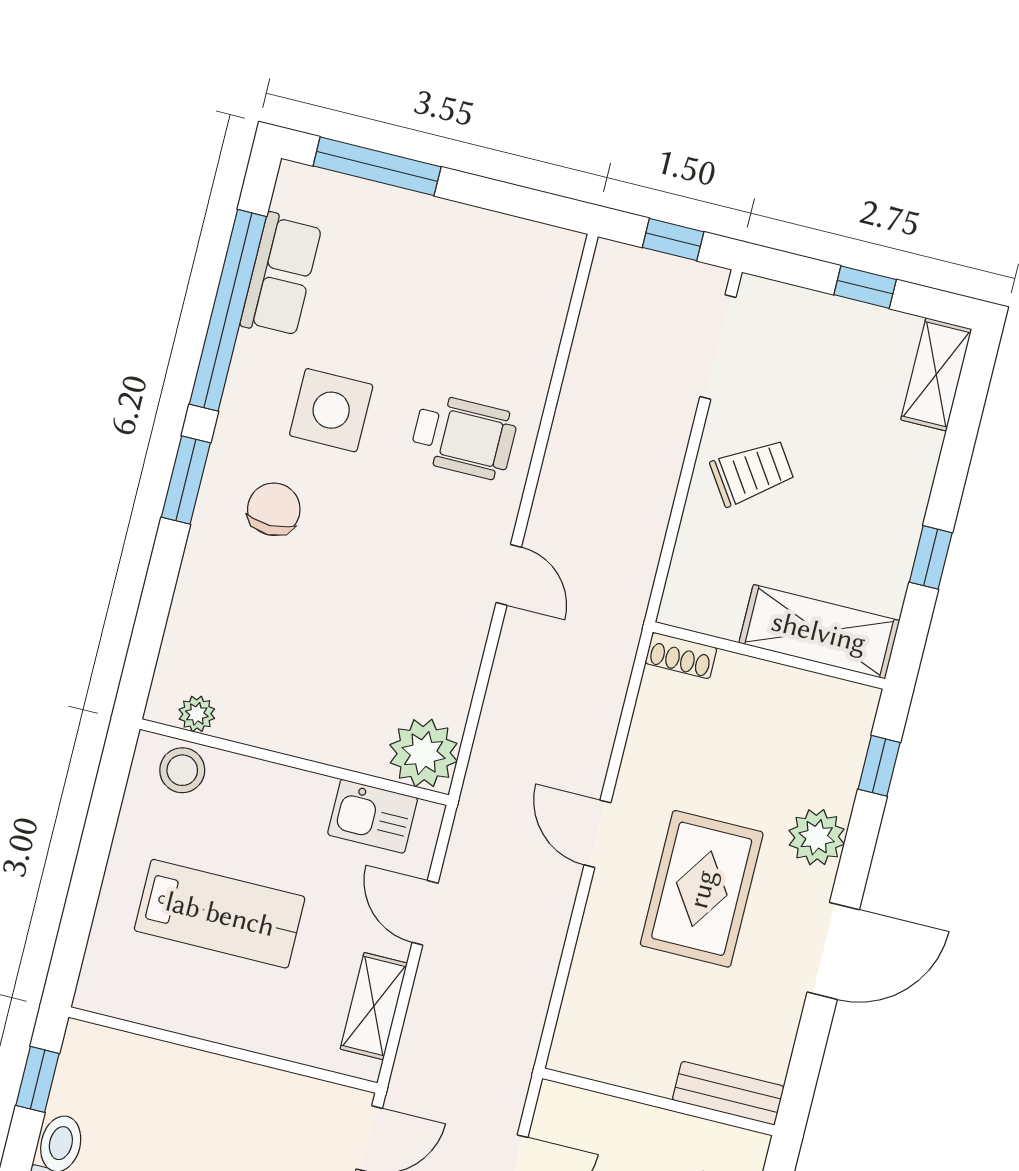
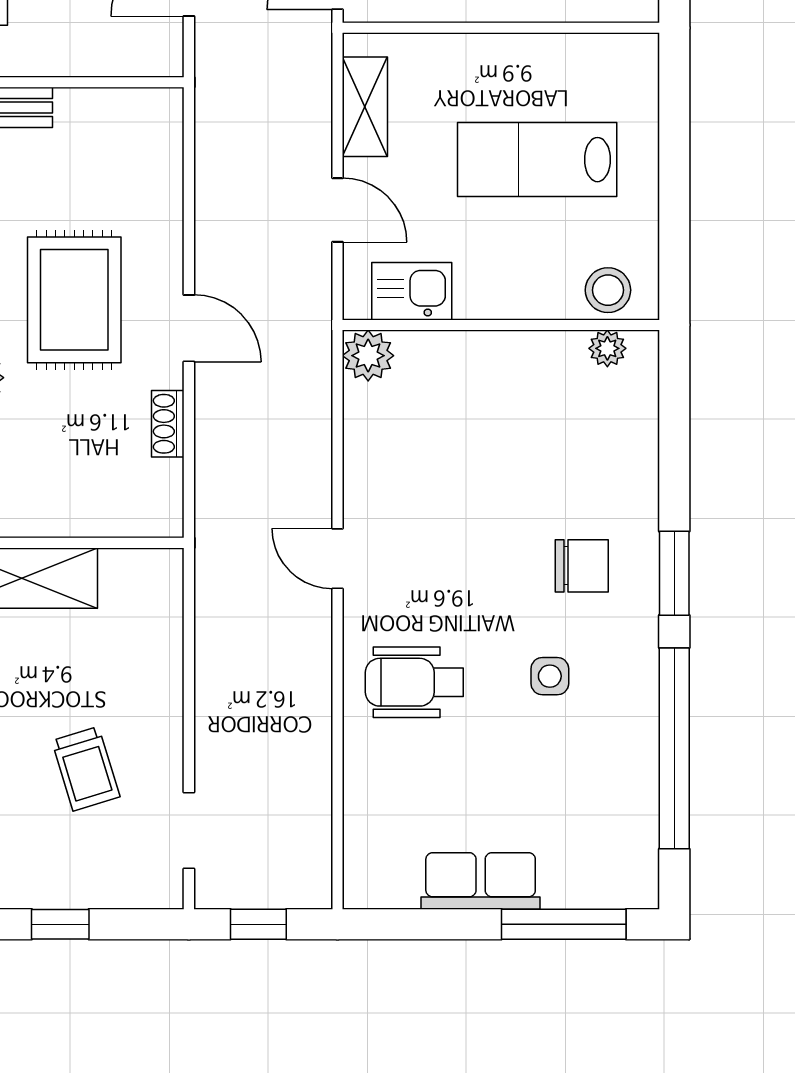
row of seats: (281, 275) -> (481, 881), moved, turned 90
doorway: (718, 347) -> (189, 831), width x0.73
side table: (331, 410) -> (550, 676), width x0.54, depth x0.54
trolley: (752, 472) -> (86, 769), moved, turned -73
chair: (274, 509) -> (582, 566), turned -90
shoe rack: (681, 655) -> (168, 424), moved, turned -90
plant: (424, 753) -> (368, 356), width x0.73, depth x0.73

